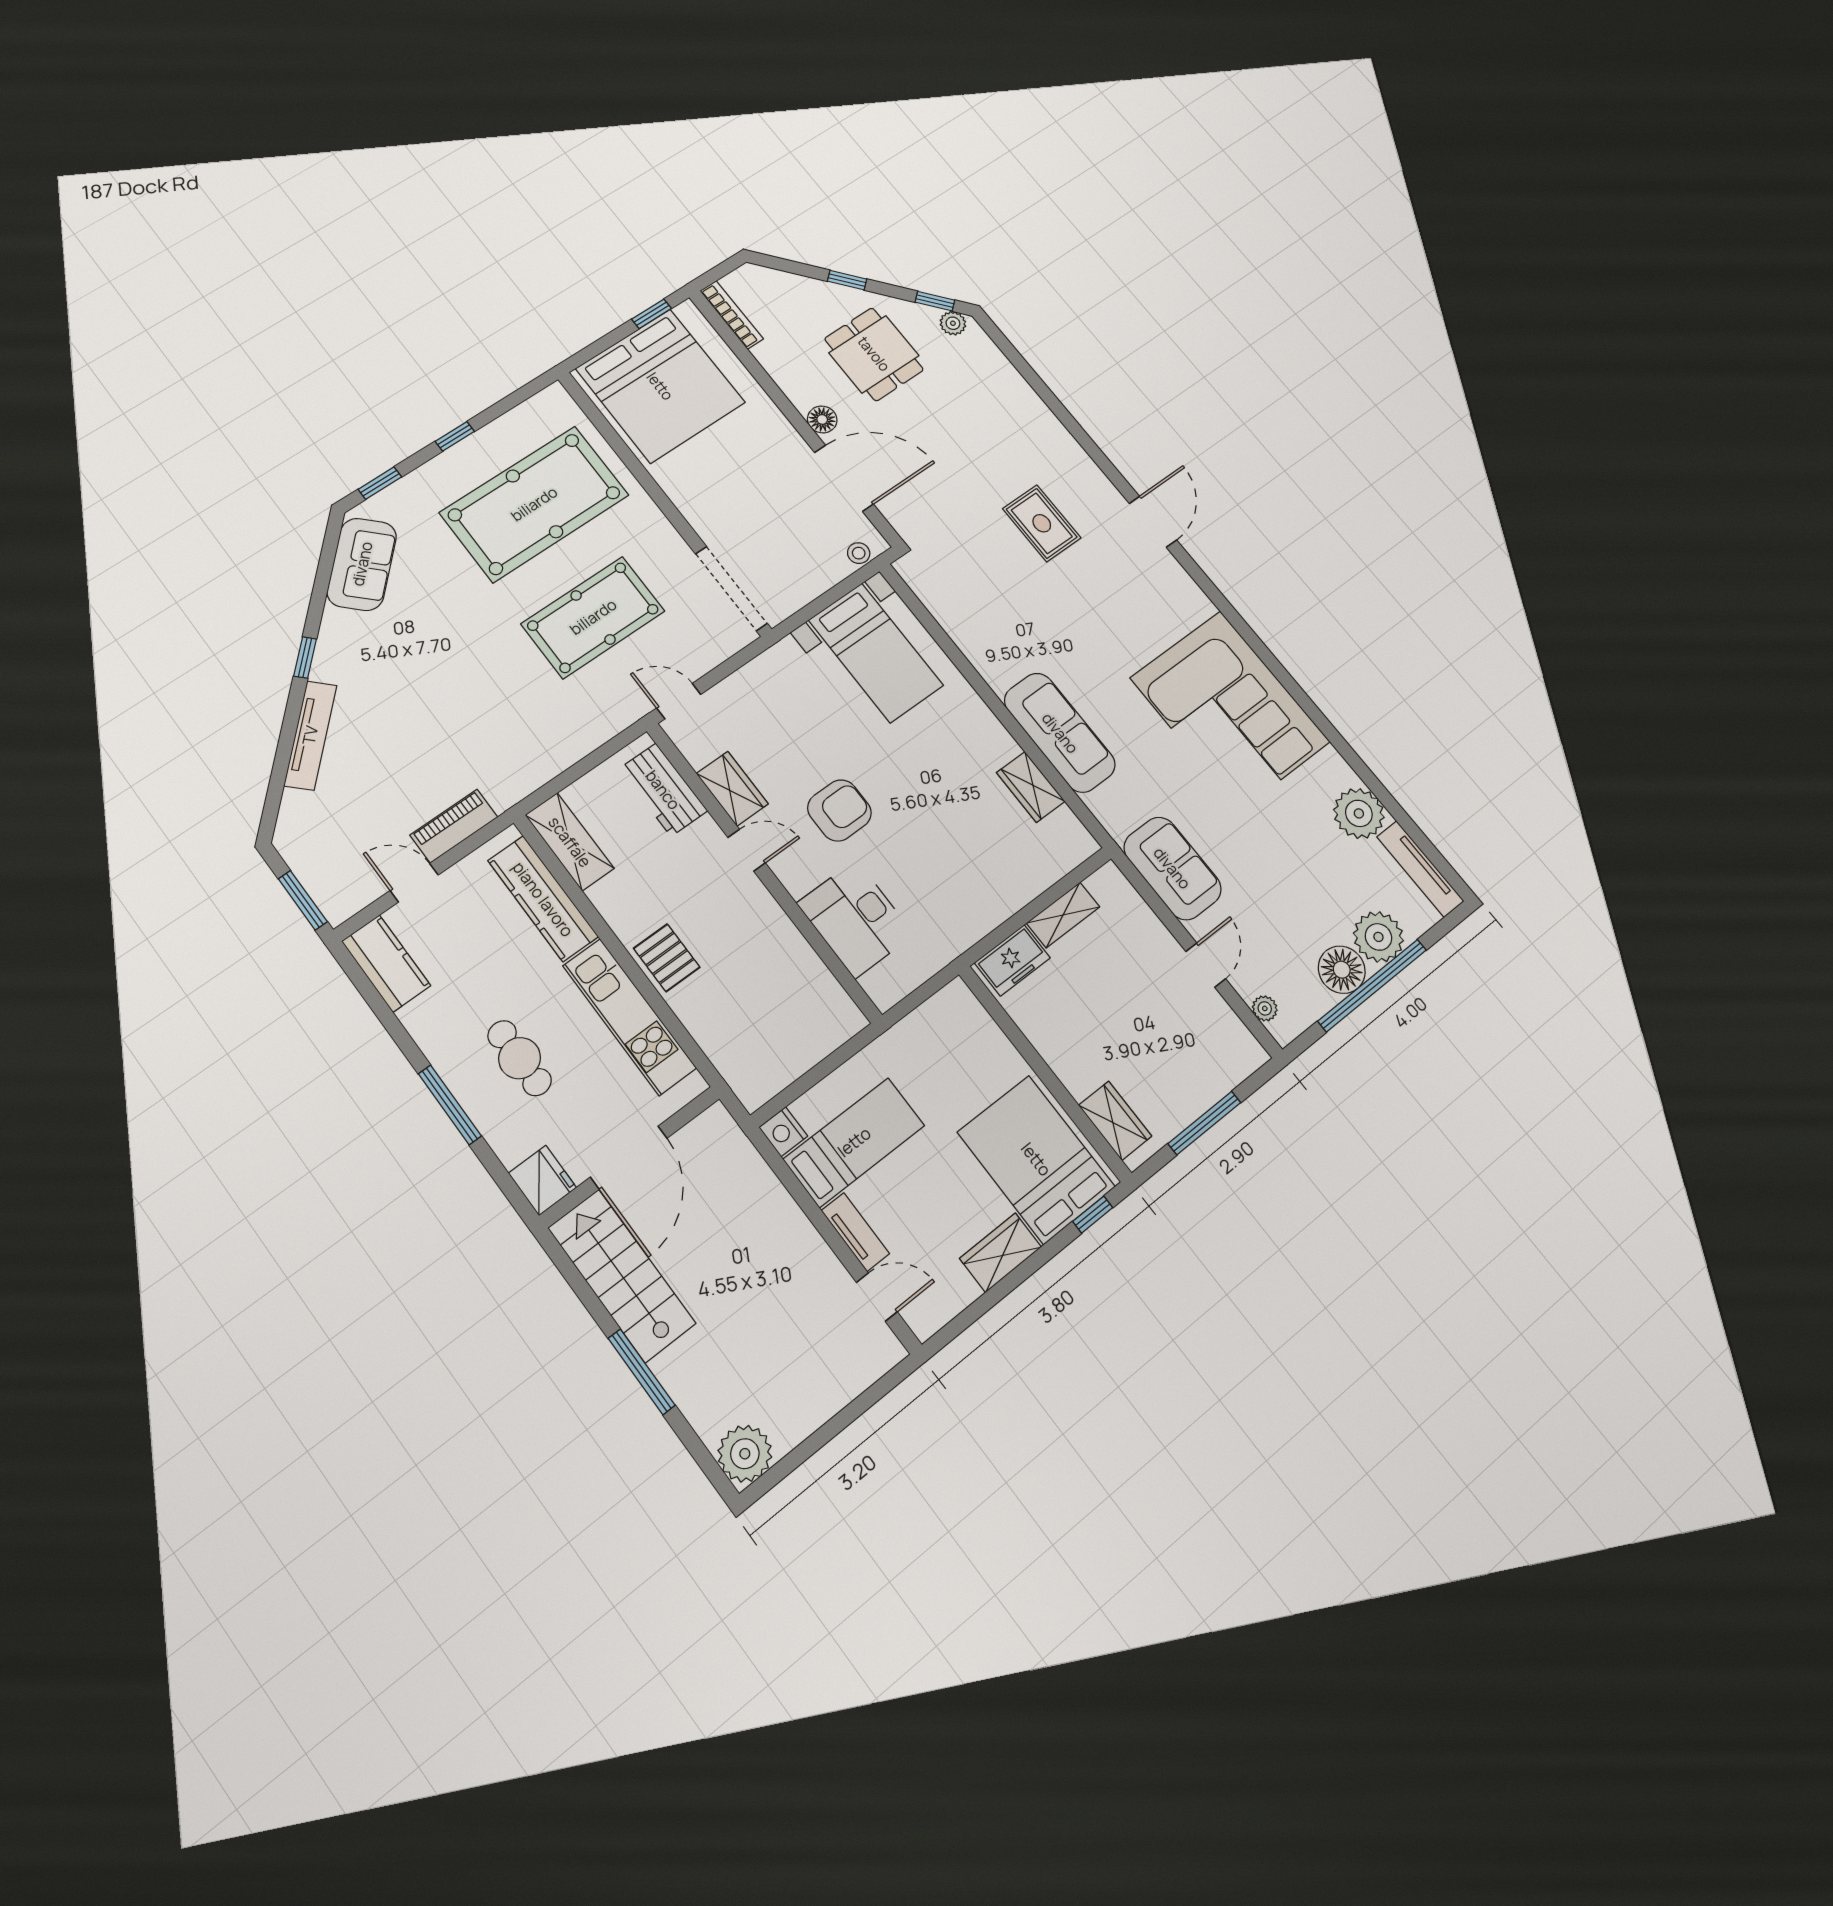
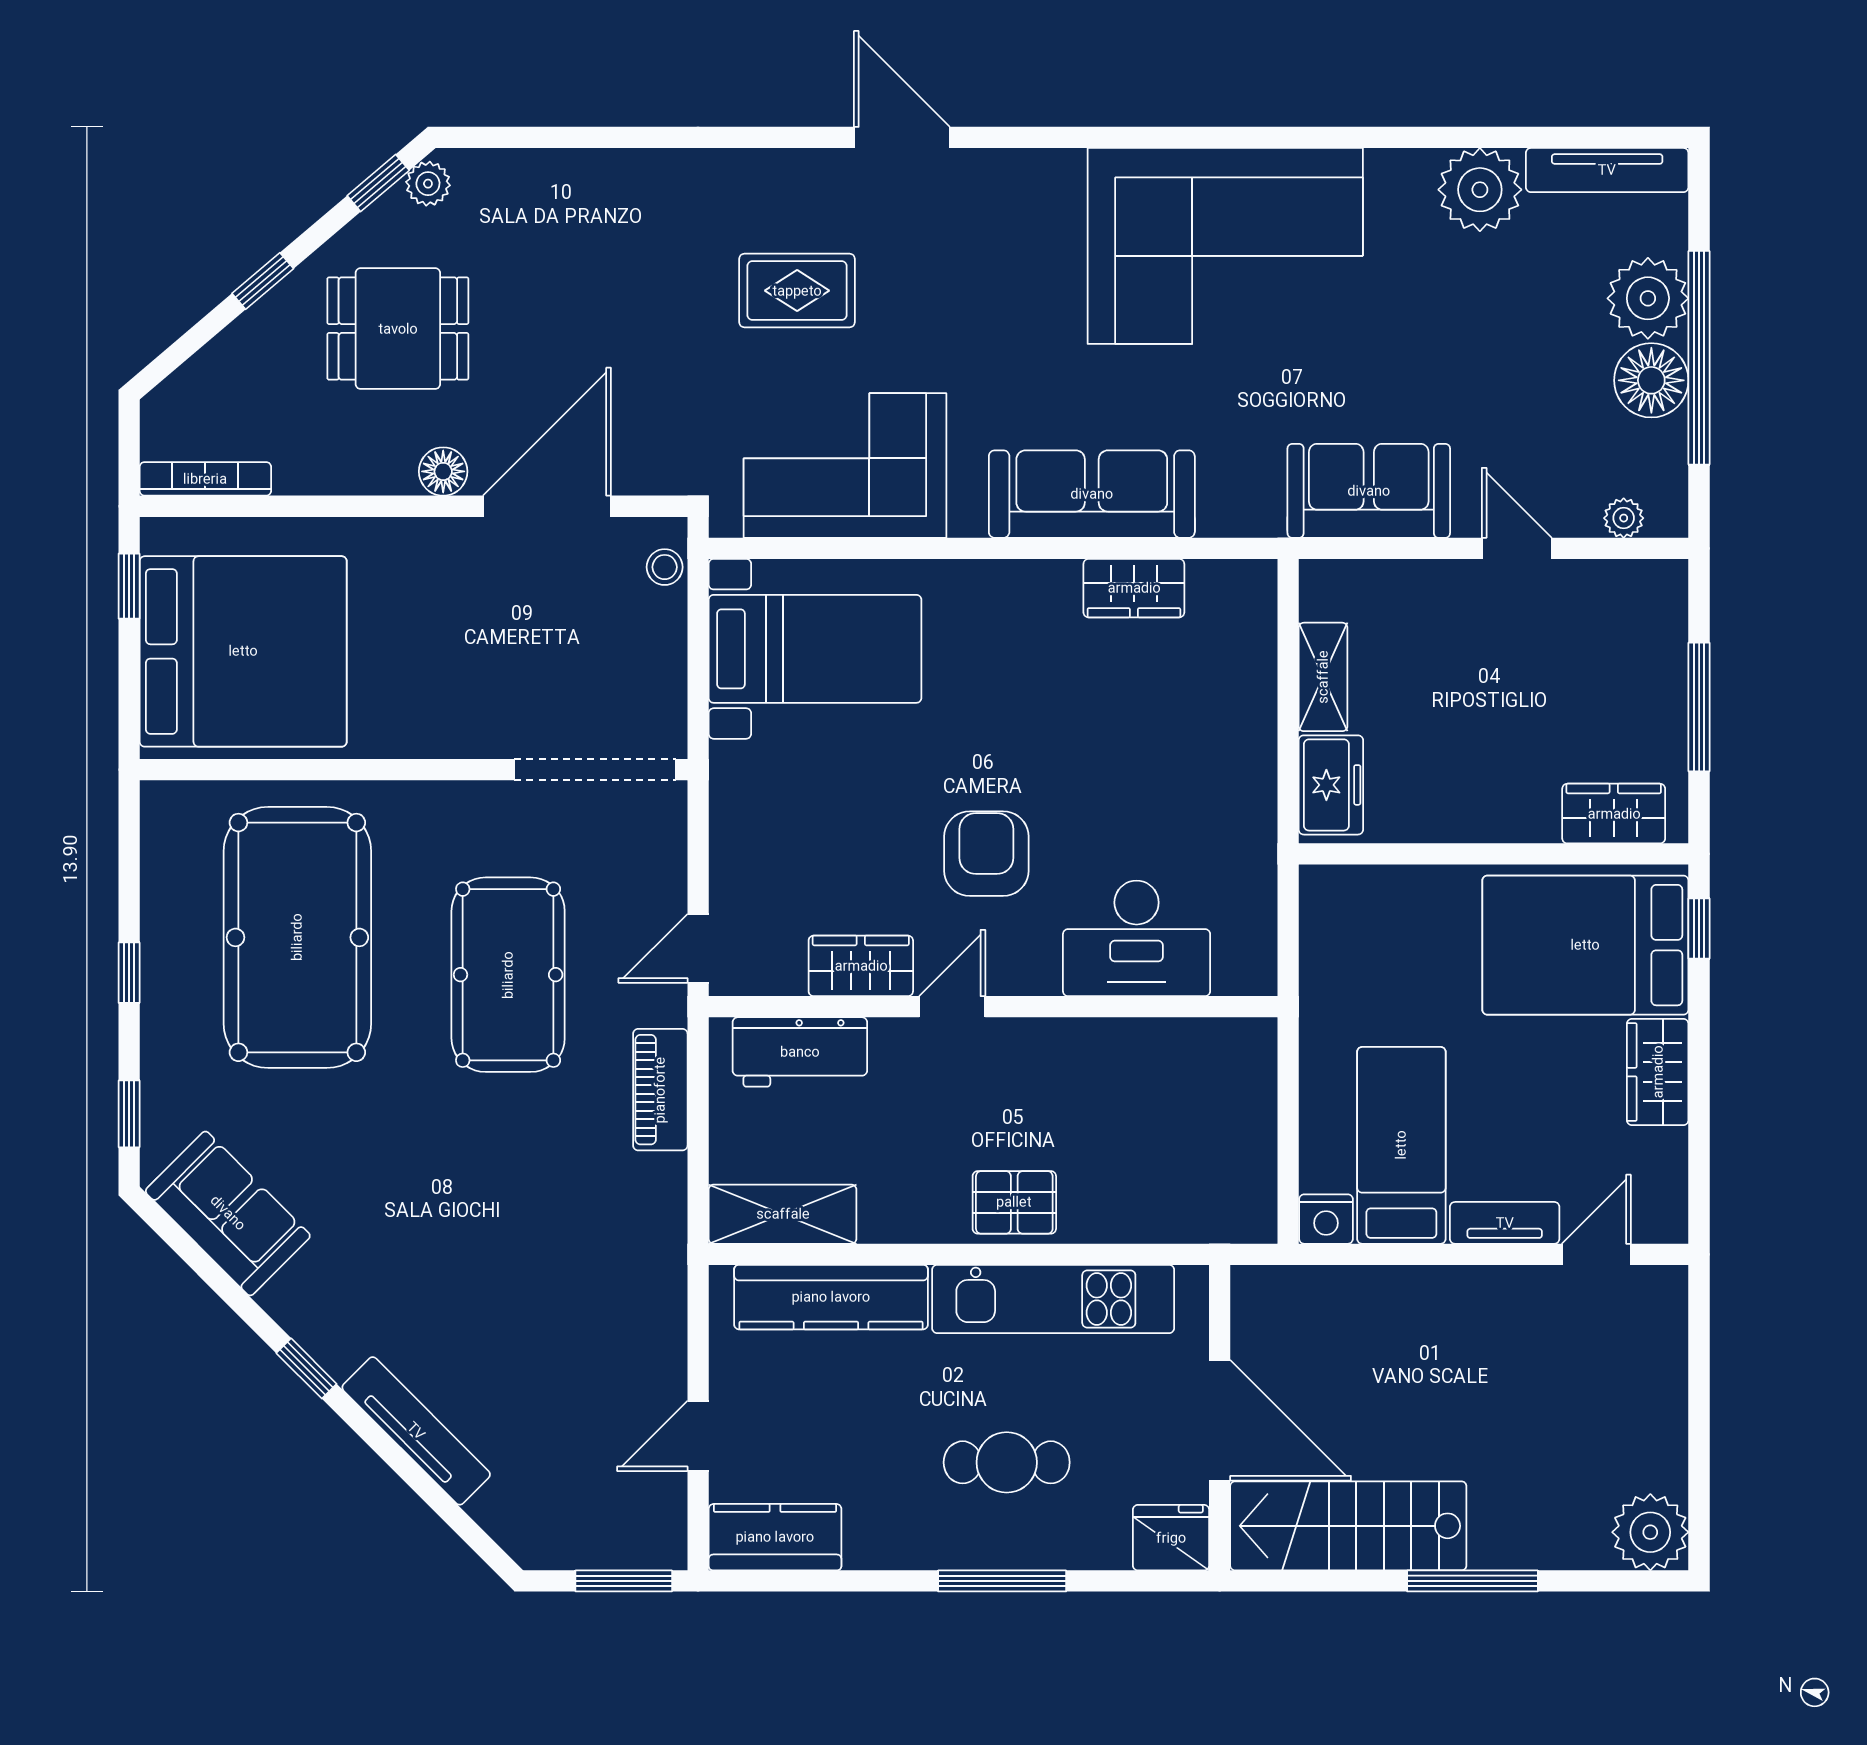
corner sofa: (977, 604) -> (845, 465), added
piano: (454, 826) -> (660, 1090), moved

